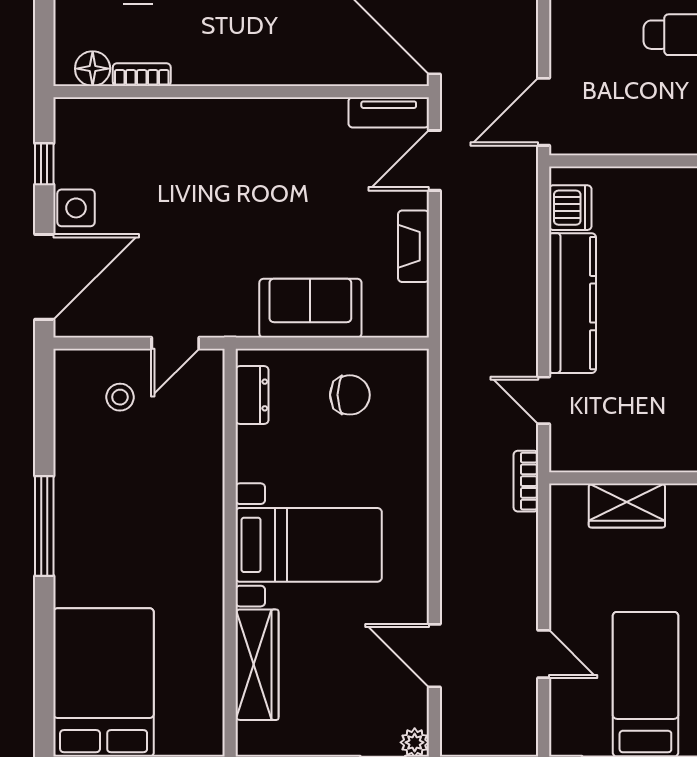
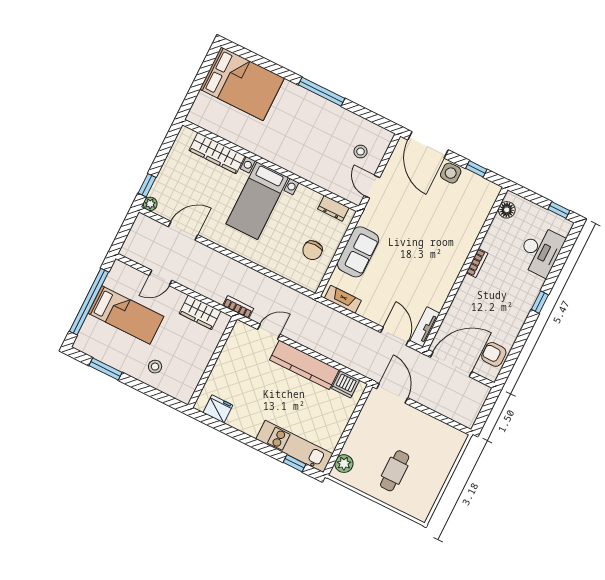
bookcase: (142, 75) -> (477, 263), moved
fireplace: (414, 246) -> (343, 299), moved
wardrobe: (627, 505) -> (200, 312), moved, turned -90

